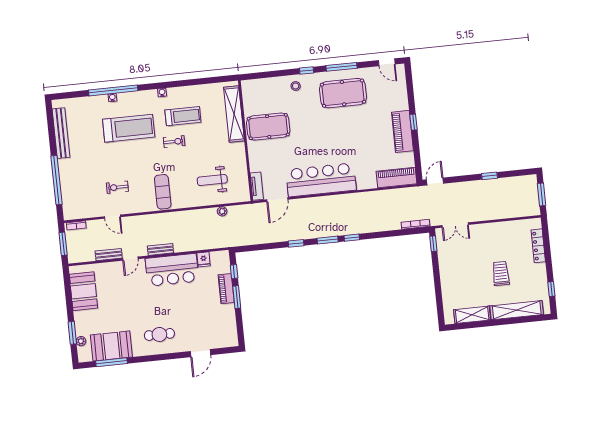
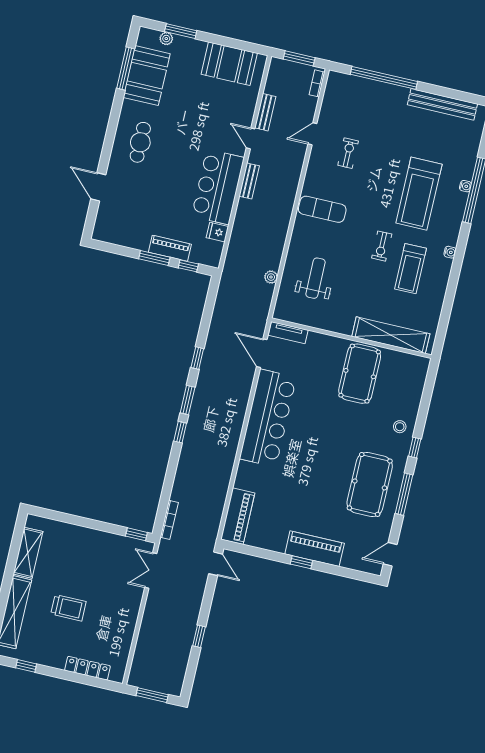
piano: (402, 131) -> (315, 549), moved

